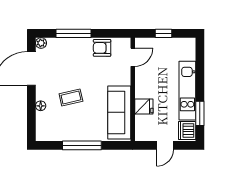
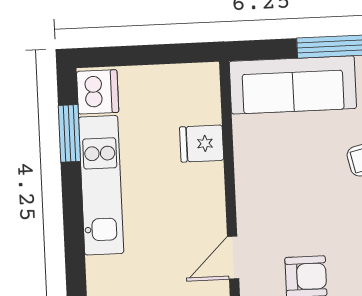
sofa: (119, 112) -> (293, 85), moved, turned 90
door: (165, 145) -> (148, 55), removed

